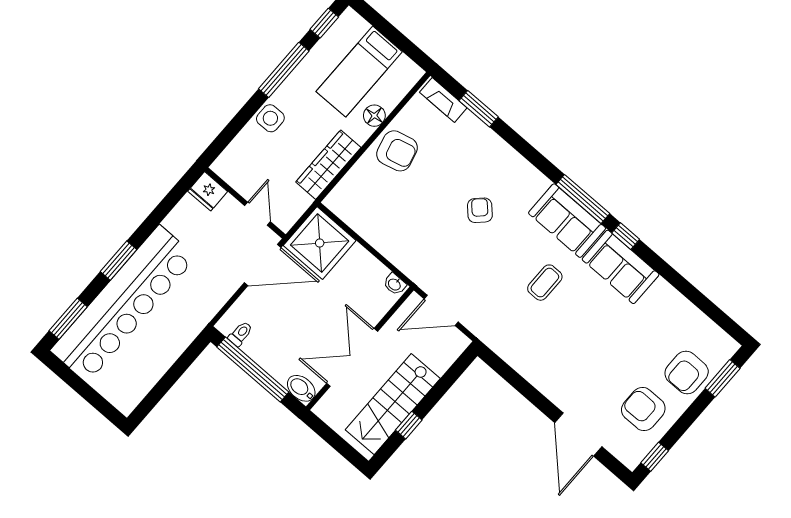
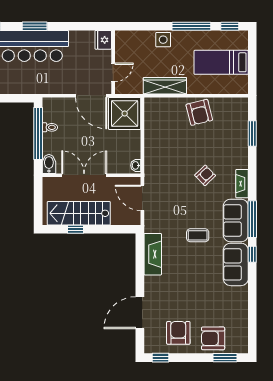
fireplace: (443, 100) -> (242, 184), moved
floor lamp: (374, 116) -> (207, 87), removed
toilet: (240, 334) -> (50, 127), moved
fireplace: (520, 357) -> (153, 254), added

